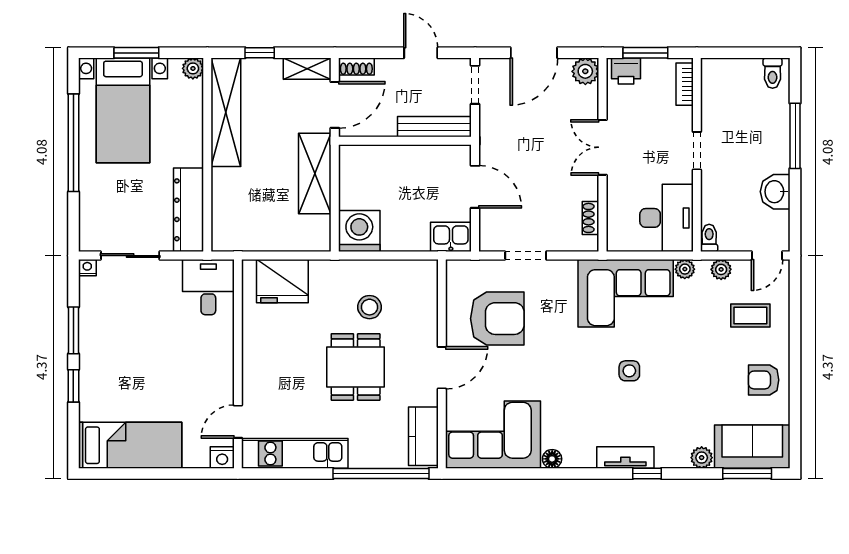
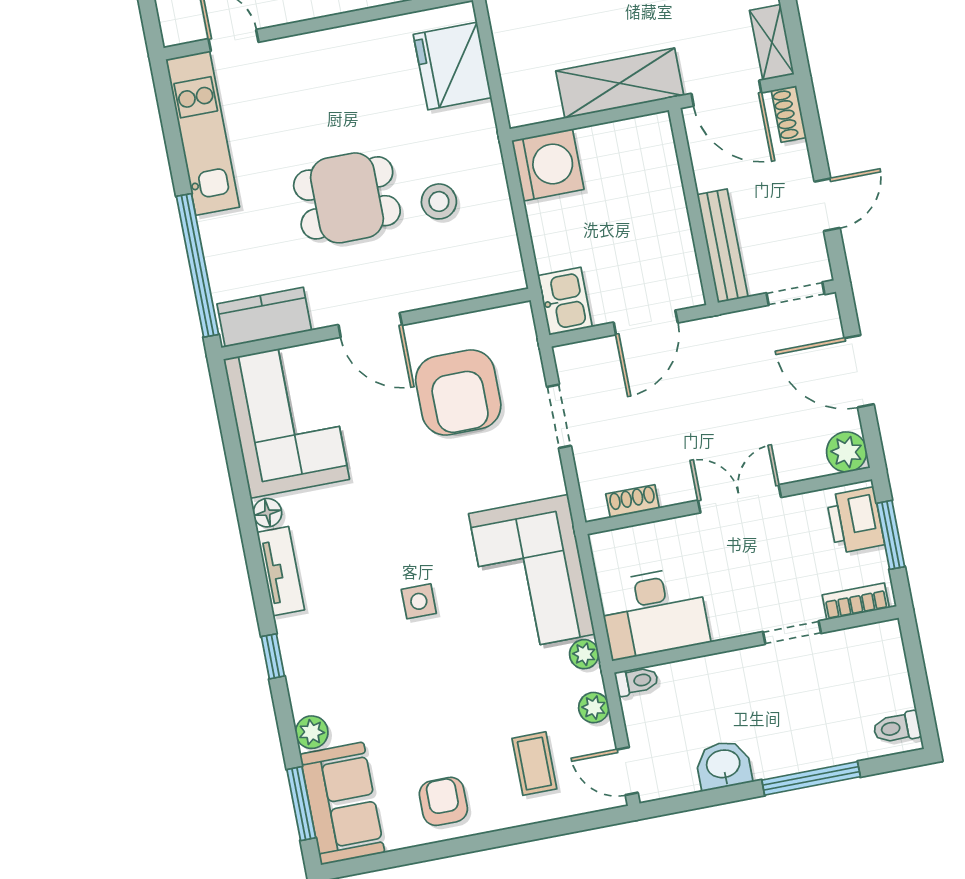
printer: (626, 71) -> (855, 520), width x1.36, depth x1.24
doorway: (697, 151) -> (792, 632), moved
nightstand: (222, 457) -> (176, 28), removed
tv unit: (625, 458) -> (281, 571), moved

